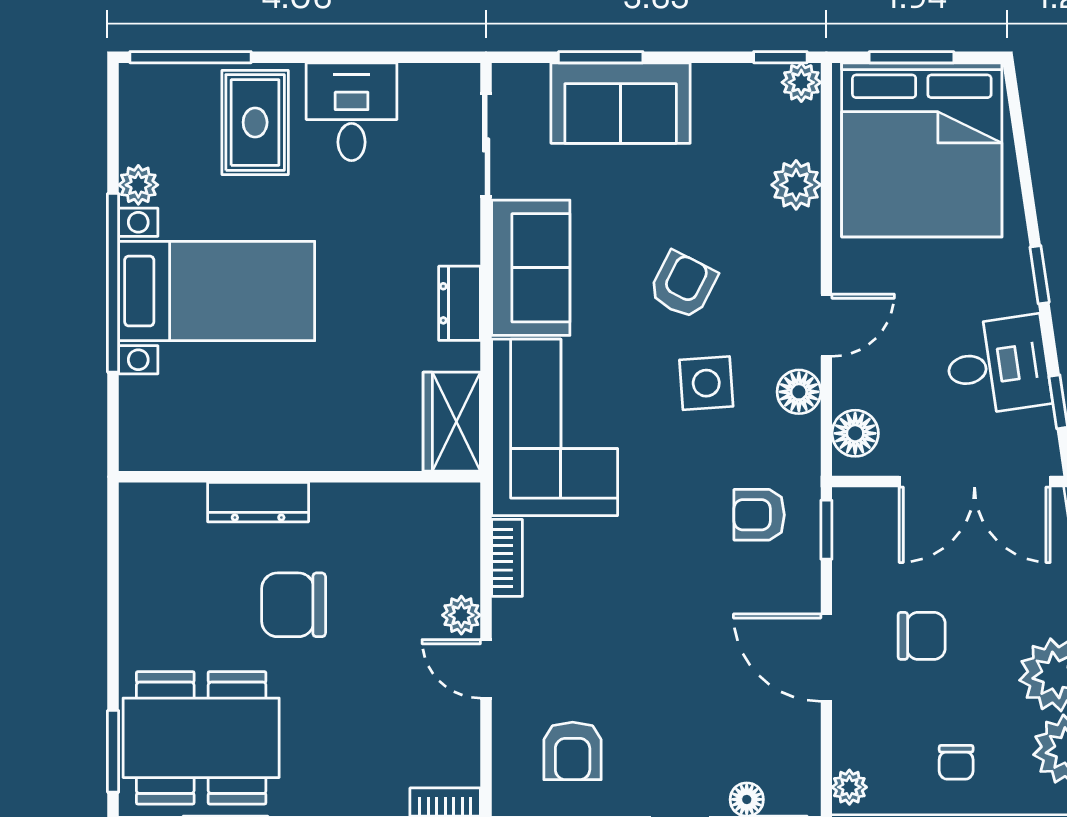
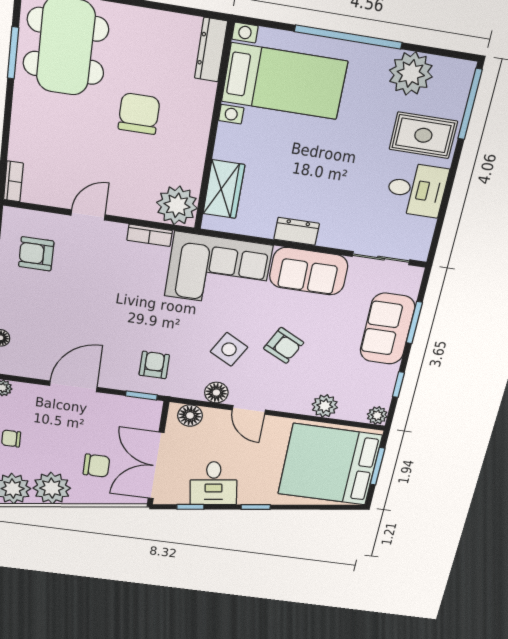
window: (780, 57) -> (398, 385), moved
plant: (138, 185) -> (411, 73), width x1.87, depth x1.87
bed with nightstands: (217, 291) -> (284, 81), moved, turned -90
side table: (706, 383) -> (229, 349), turned 33
wardrobe: (452, 422) -> (224, 189), moved, turned 90
dresser: (258, 502) -> (211, 50), moved
plant: (461, 615) -> (177, 205), moved, width x1.87, depth x1.87
chair: (922, 636) -> (96, 466), moved, turned -90

